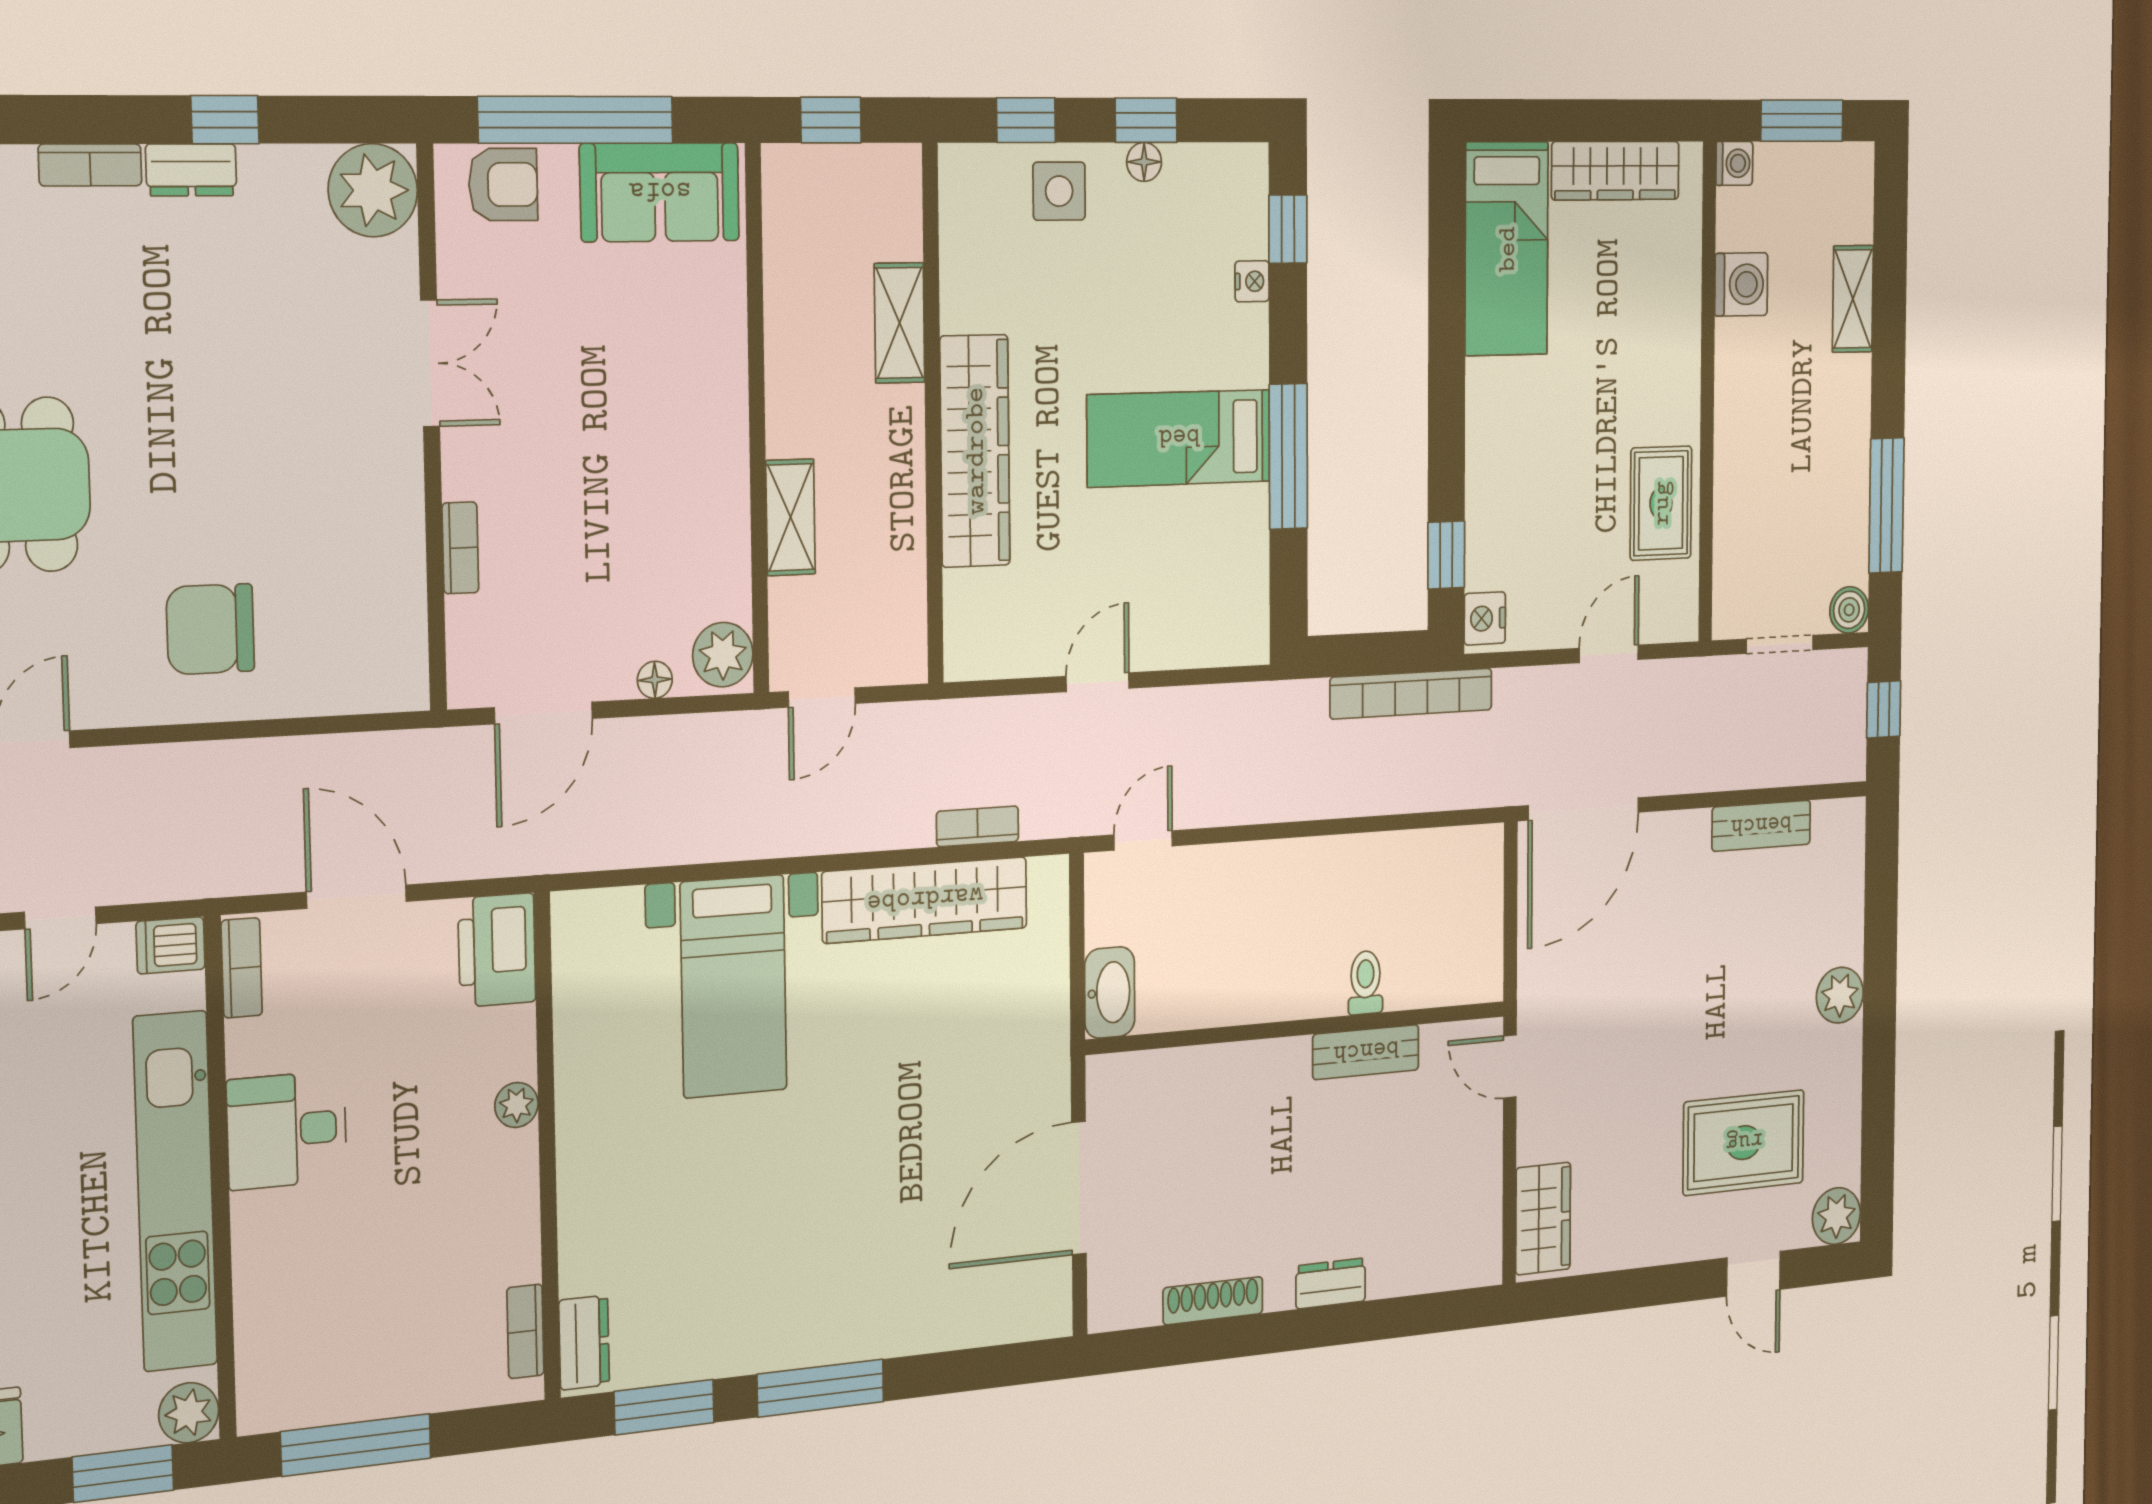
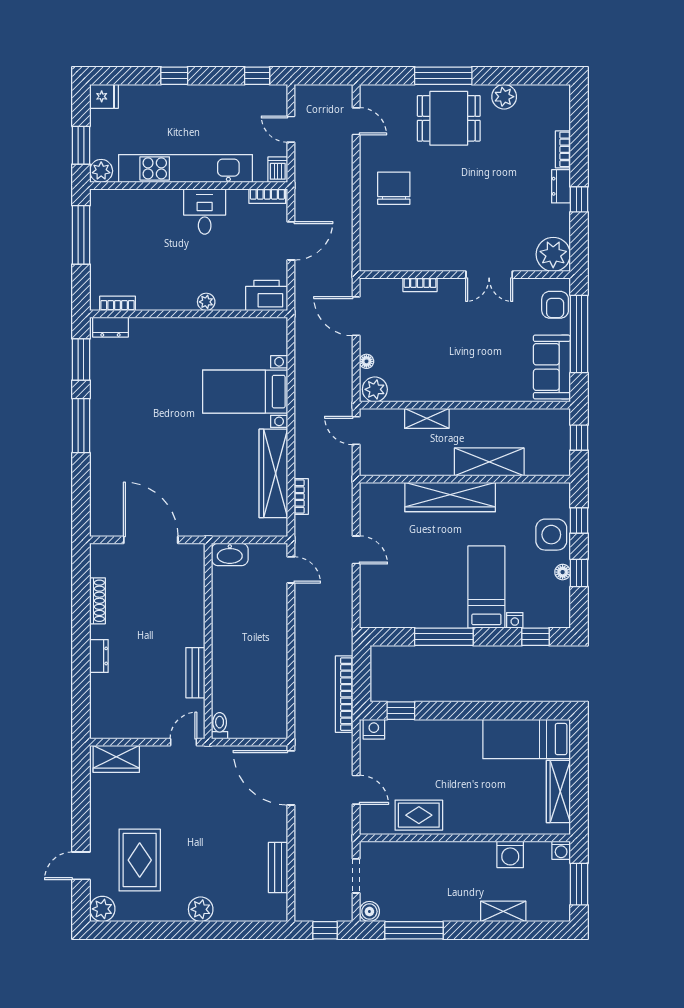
side table: (1059, 191) -> (551, 535), width x1.37, depth x1.37
shelving: (900, 323) -> (489, 462), width x1.50, depth x1.33
bed: (1179, 438) -> (486, 587), moved
toilet: (1365, 983) -> (220, 726), moved, turned -90

